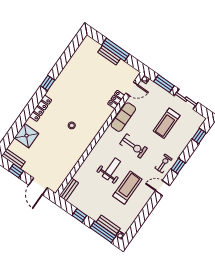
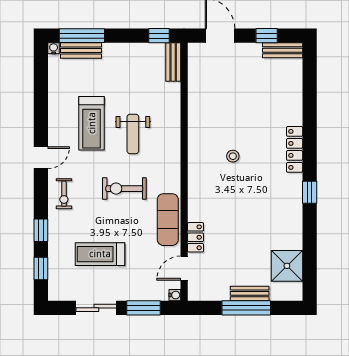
treadmill: (167, 123) -> (100, 254), turned -90
shower: (27, 136) -> (287, 266), moved
window: (178, 166) -> (41, 230), moved
window: (79, 215) -> (159, 36), moved

